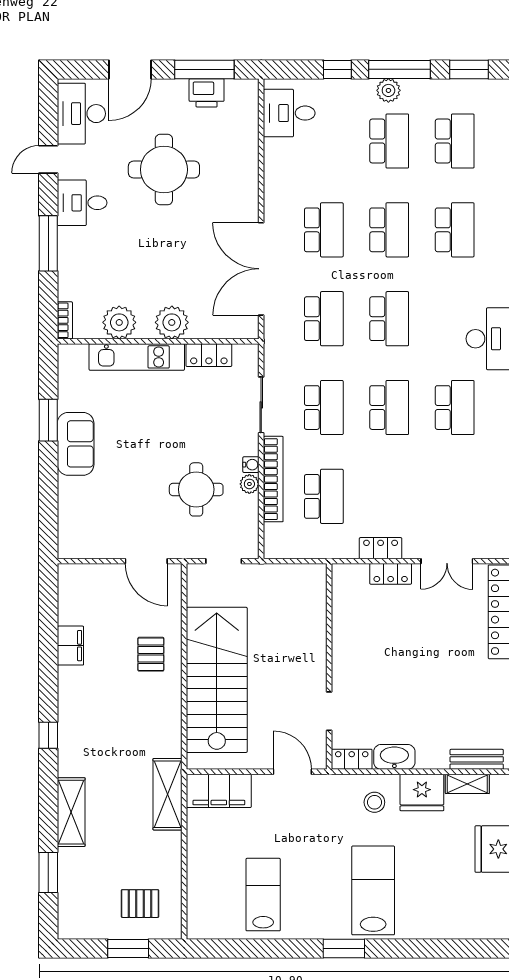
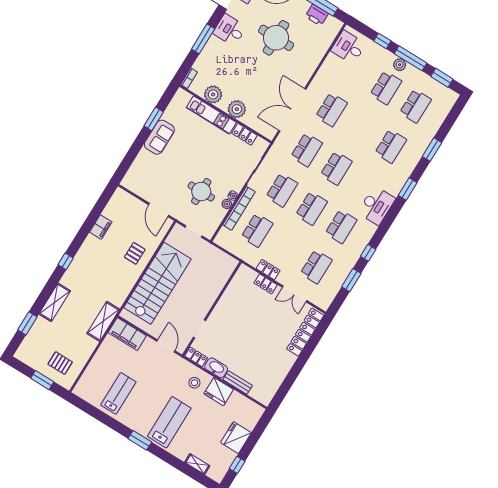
school desk: (389, 230) -> (316, 267), moved
bench: (477, 759) -> (238, 383), moved
shelving: (467, 784) -> (197, 464), moved

